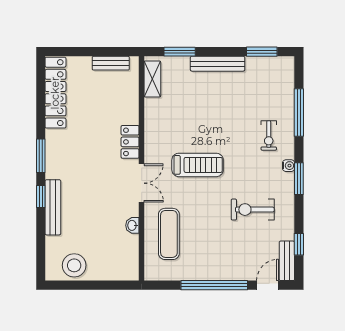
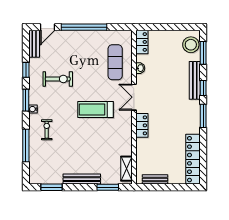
window: (299, 244) -> (26, 70), moved
window: (41, 247) -> (203, 53), added
locker: (130, 263) -> (142, 42), added
stool: (74, 265) -> (191, 45), moved

